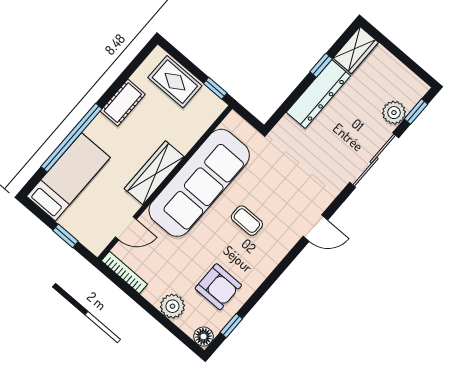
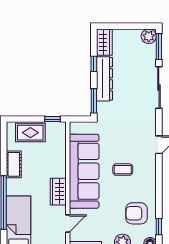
window: (283, 109) -> (94, 101), added
window: (416, 112) -> (159, 47), width x1.50
plant: (394, 113) -> (149, 36), moved
wardrobe: (154, 173) -> (58, 192), width x0.67
armchair: (218, 287) -> (136, 213), turned 180

